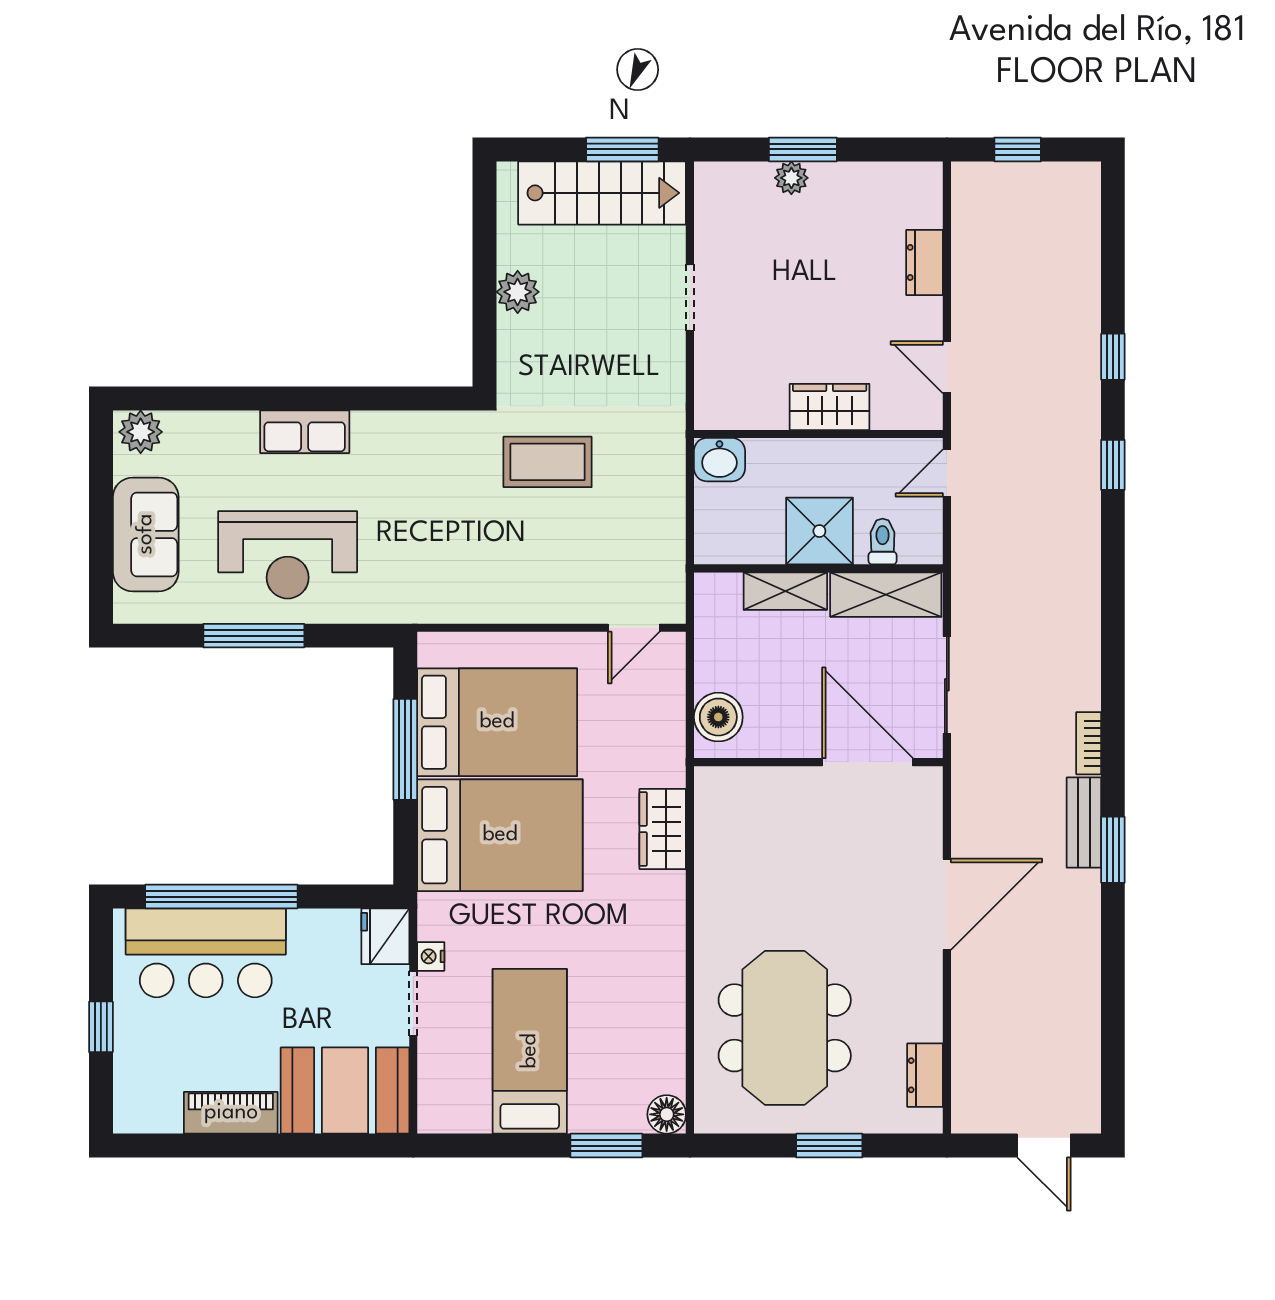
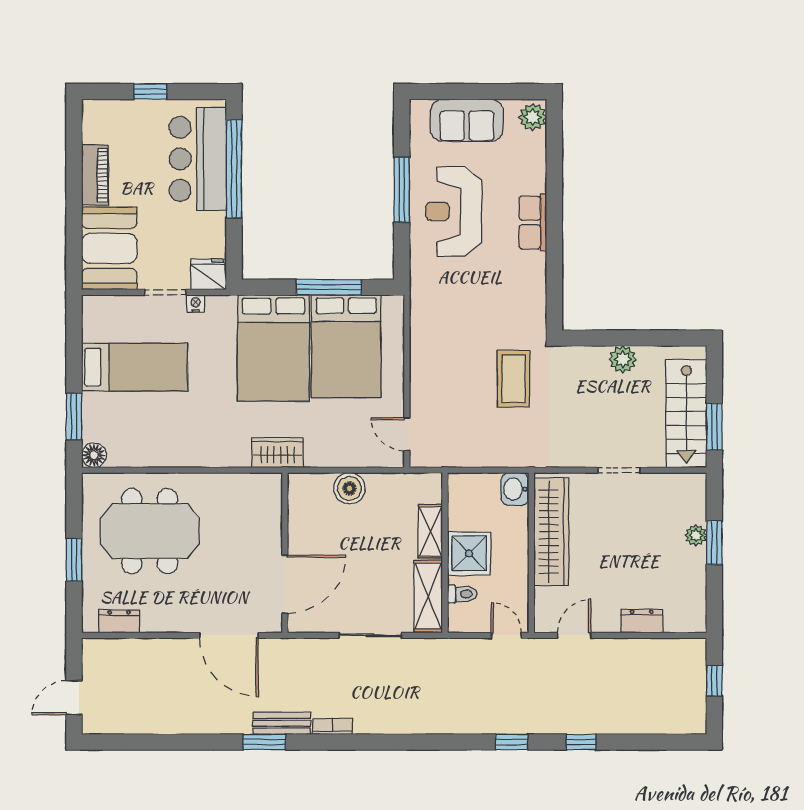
wardrobe: (830, 407) -> (551, 532), width x2.10, depth x1.17
wall: (818, 762) -> (285, 553), moved
door: (867, 762) -> (285, 584), moved

